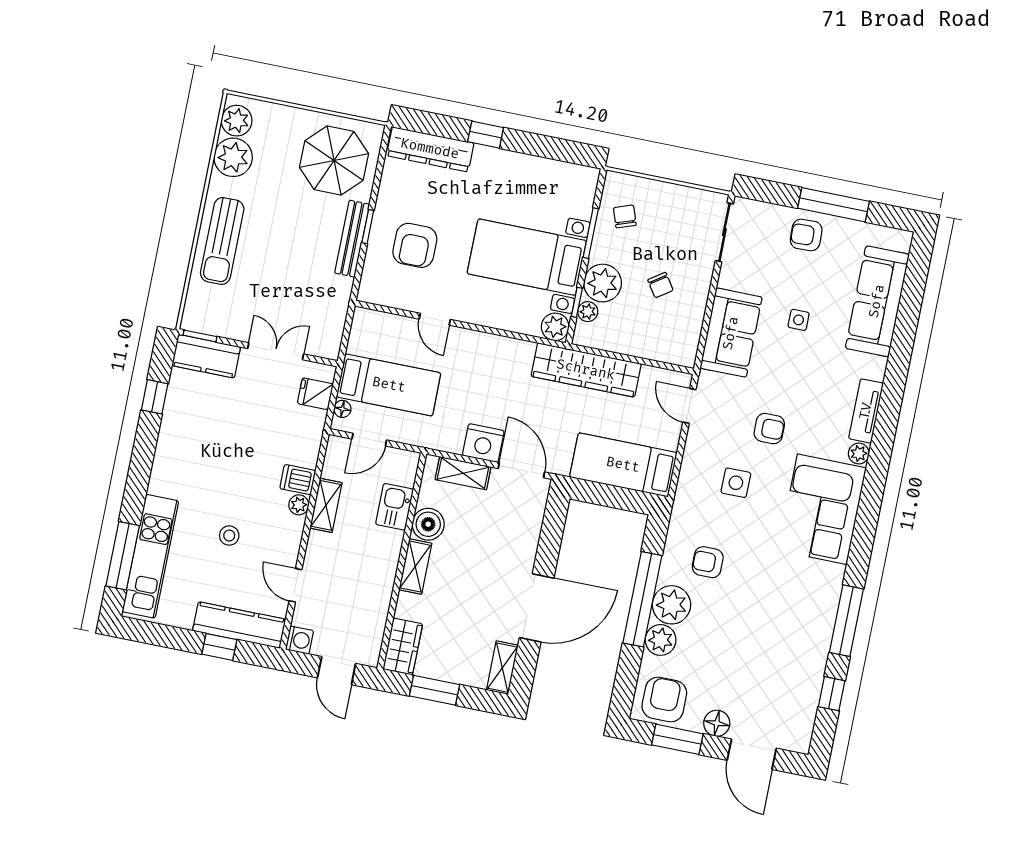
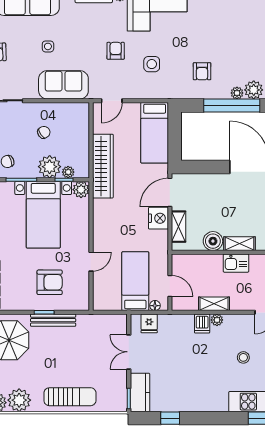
kitchen sink: (395, 507) -> (236, 263), moved
plant: (671, 605) -> (237, 93), width x0.53, depth x0.53

